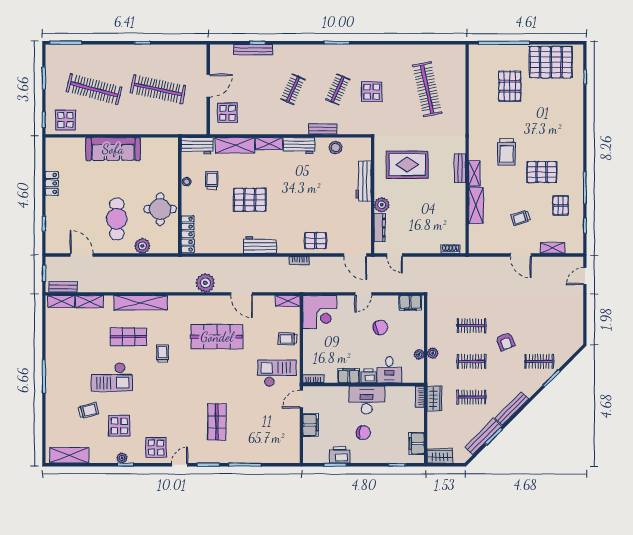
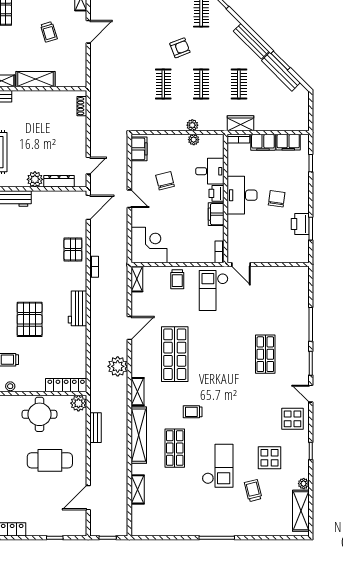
plant: (142, 246) -> (78, 403), moved
bench: (63, 287) -> (96, 428), moved
shelving: (61, 301) -> (137, 392), moved
shop shelf: (217, 422) -> (265, 354), turned 90
filing cabinet: (311, 425) -> (263, 142), moved, turned 180
wardrobe: (440, 456) -> (301, 117), removed
plant: (122, 458) -> (304, 484), moved

